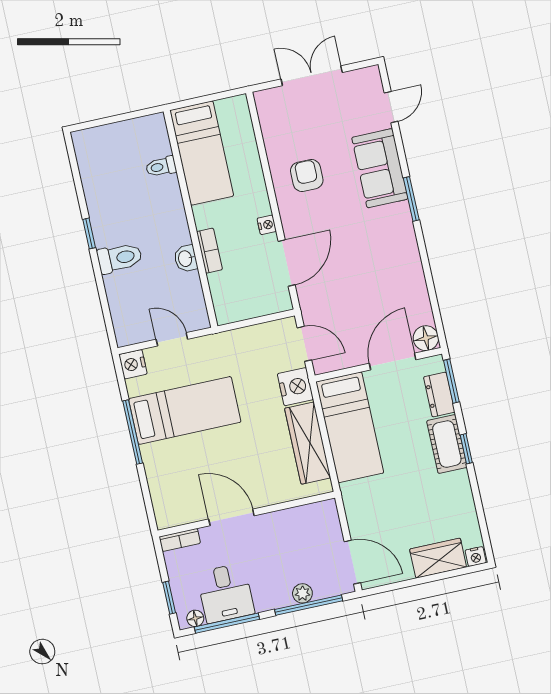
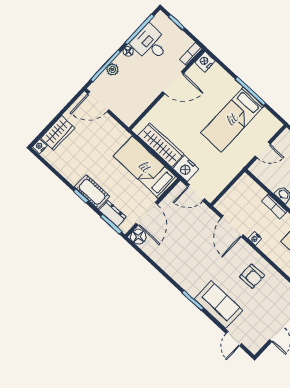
nightstand: (133, 364) -> (205, 62), moved, turned -90
floor lamp: (195, 618) -> (128, 51), moved

